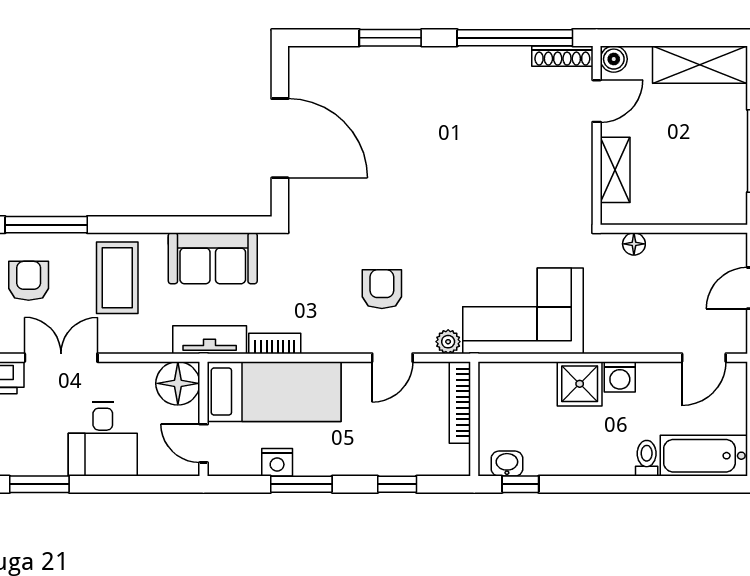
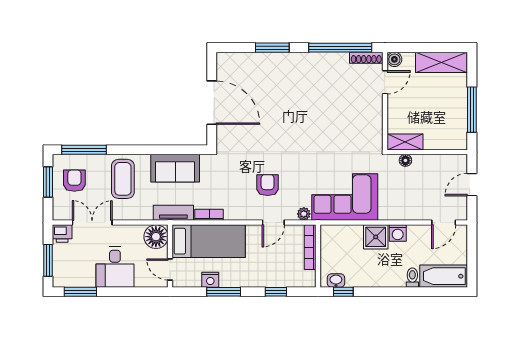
shelving: (615, 170) -> (405, 142), moved, turned 90

